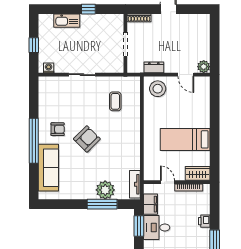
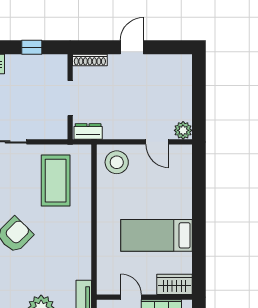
window: (88, 9) -> (32, 47), moved
dresser: (154, 67) -> (88, 132), moved
coffee table: (115, 101) -> (56, 181), width x1.86, depth x1.72

